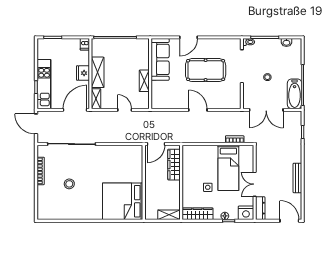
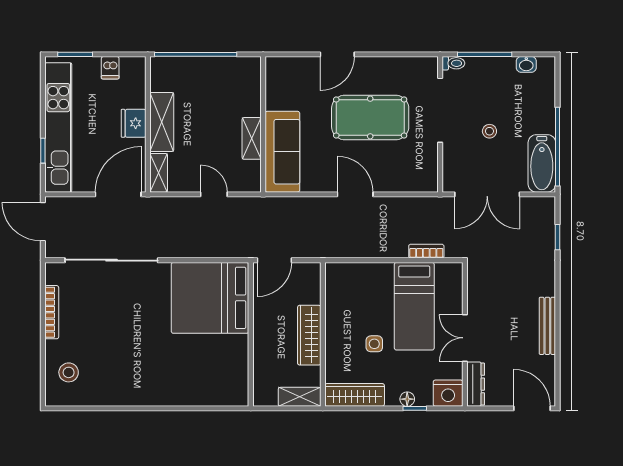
dishwasher: (85, 44) -> (110, 68), moved
sofa: (160, 59) -> (282, 152), moved
kitchen unit: (44, 84) -> (58, 127), width x1.36
wardrobe: (174, 165) -> (309, 335), moved
stool: (69, 184) -> (69, 372), moved
bed: (123, 201) -> (210, 298), moved

